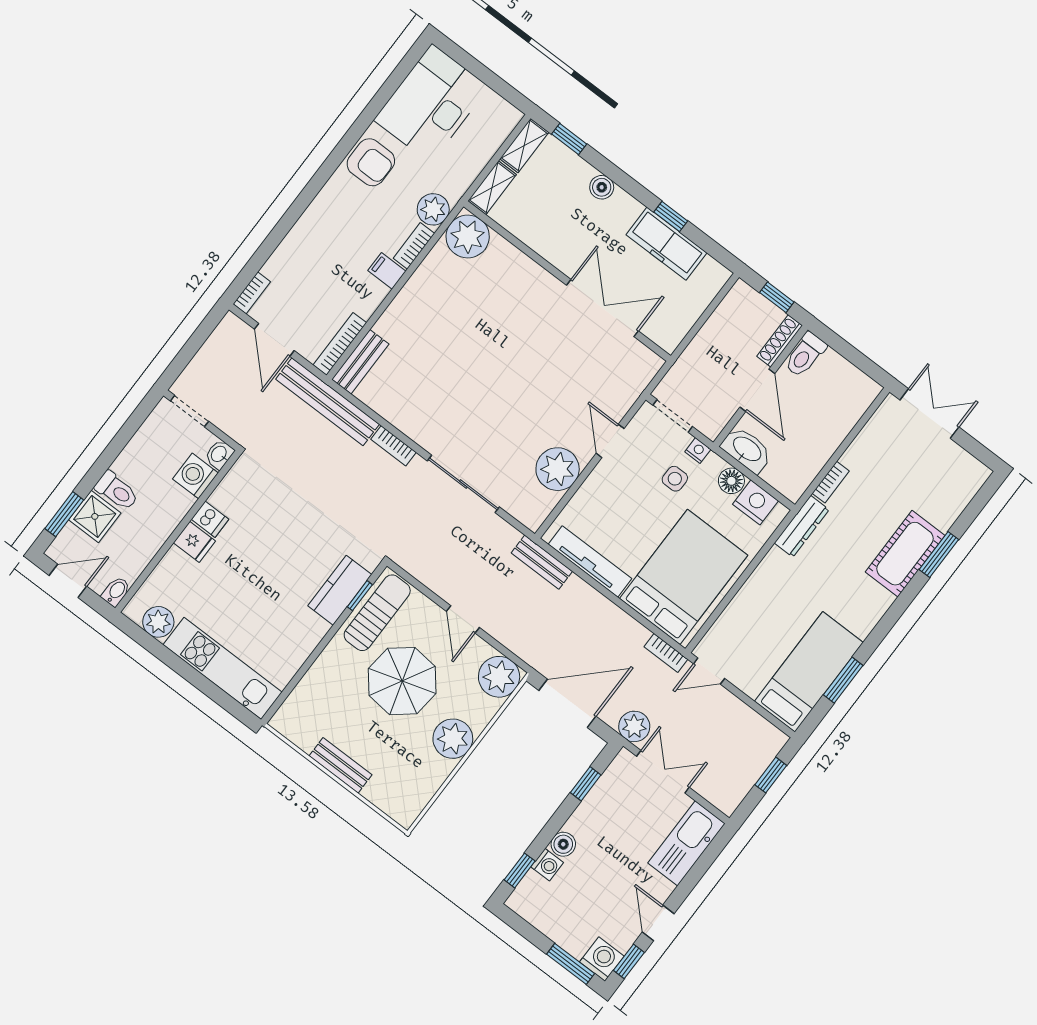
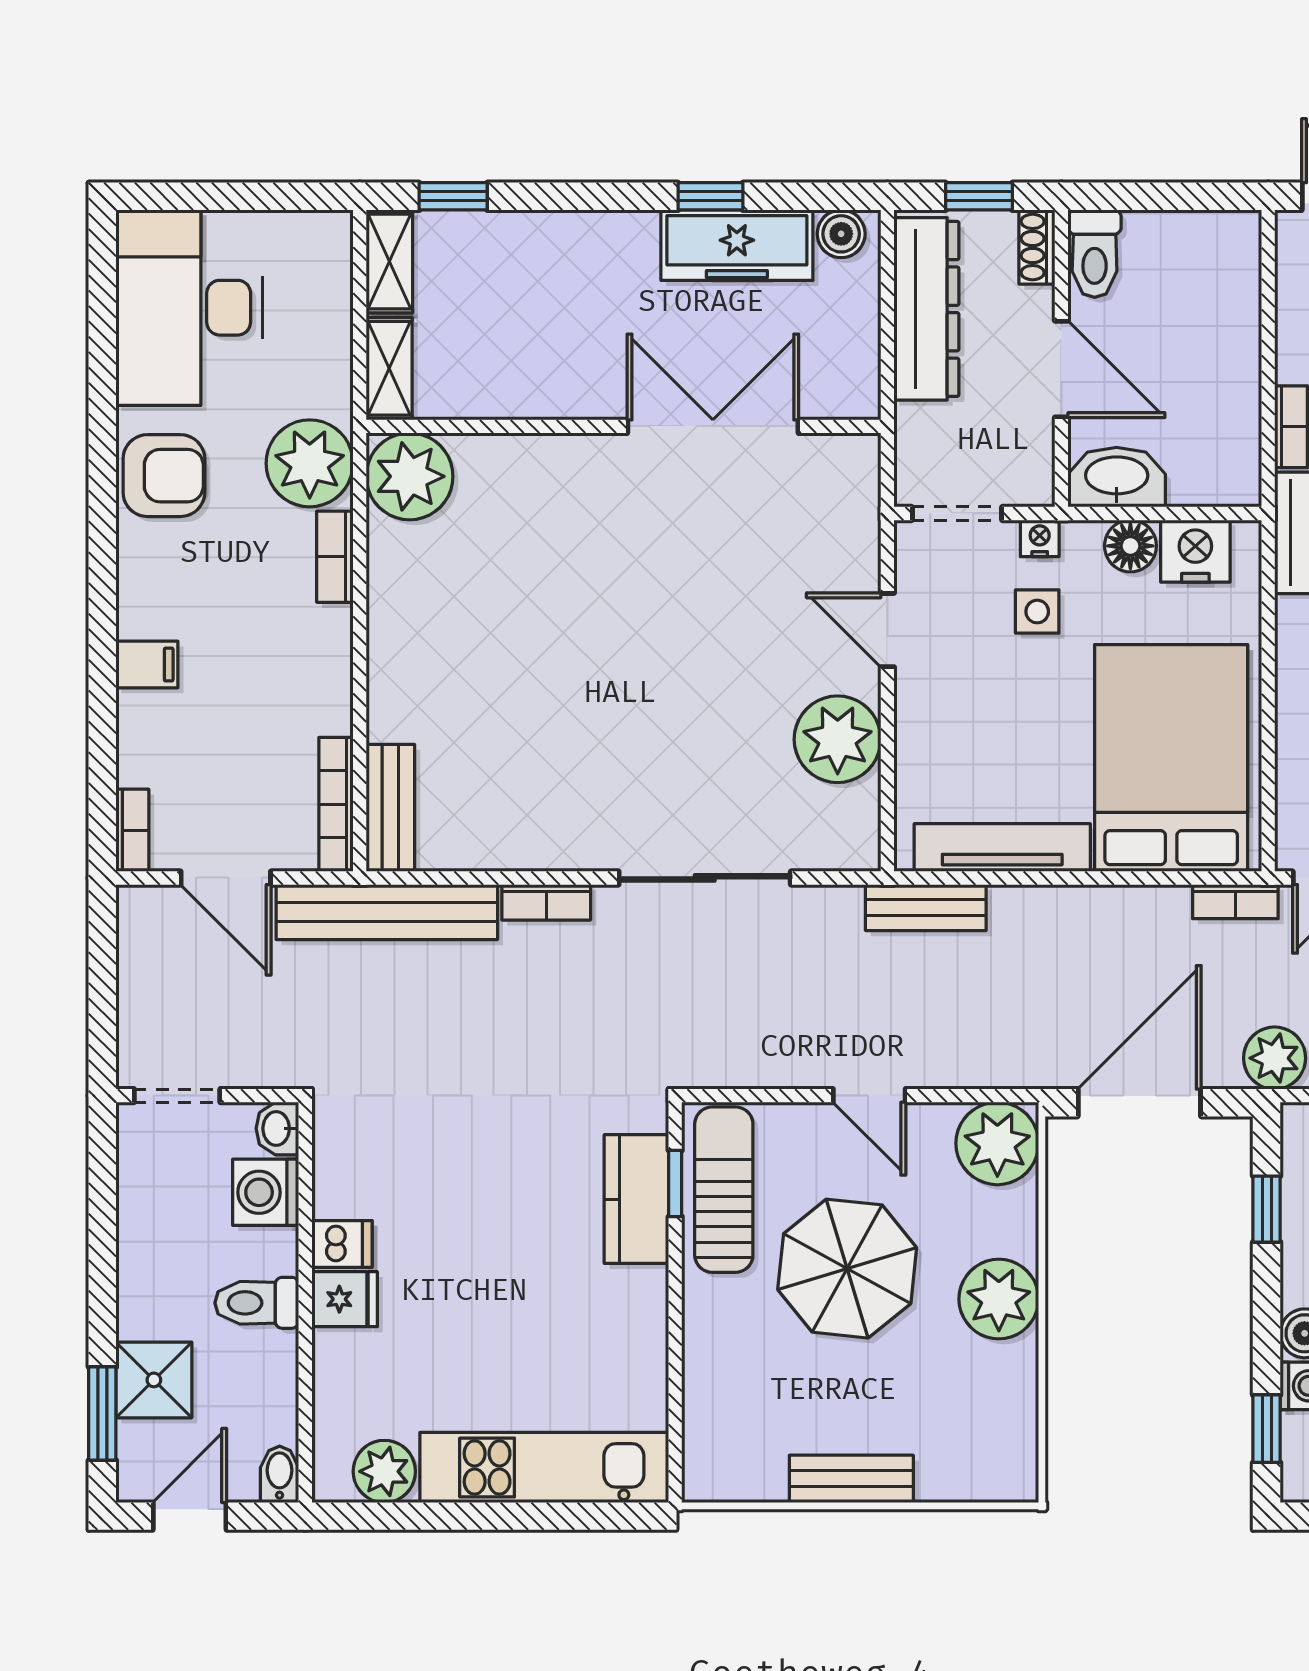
boiler: (602, 187) -> (841, 234), moved
plant: (433, 209) -> (310, 463), width x1.36, depth x1.36
filing cabinet: (387, 271) -> (147, 665), moved, turned 180
dresser: (722, 326) -> (926, 309), added
shoe rack: (780, 341) -> (1037, 247), width x0.70
toilet: (117, 491) -> (257, 1303), moved, turned 180

